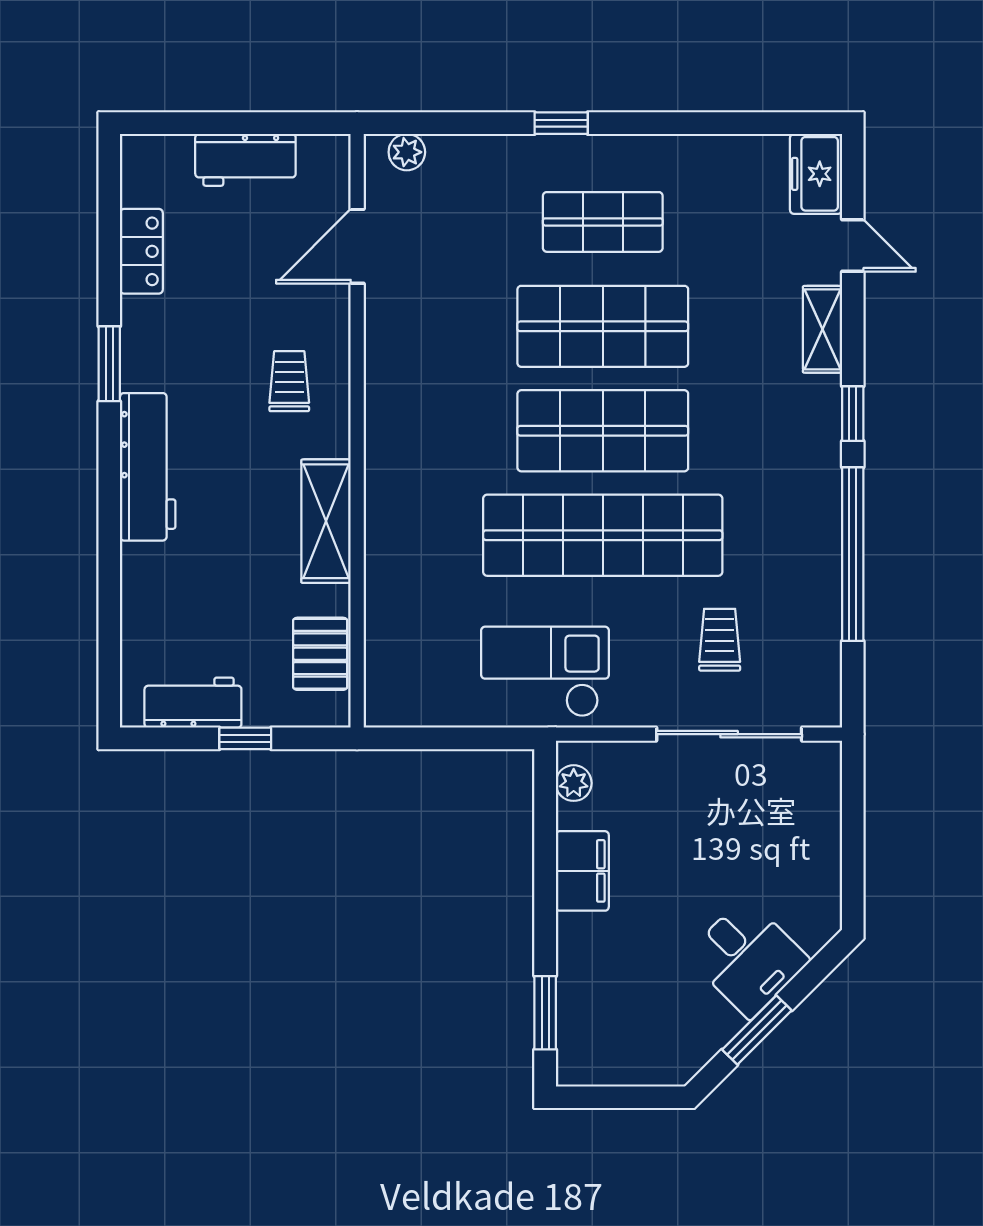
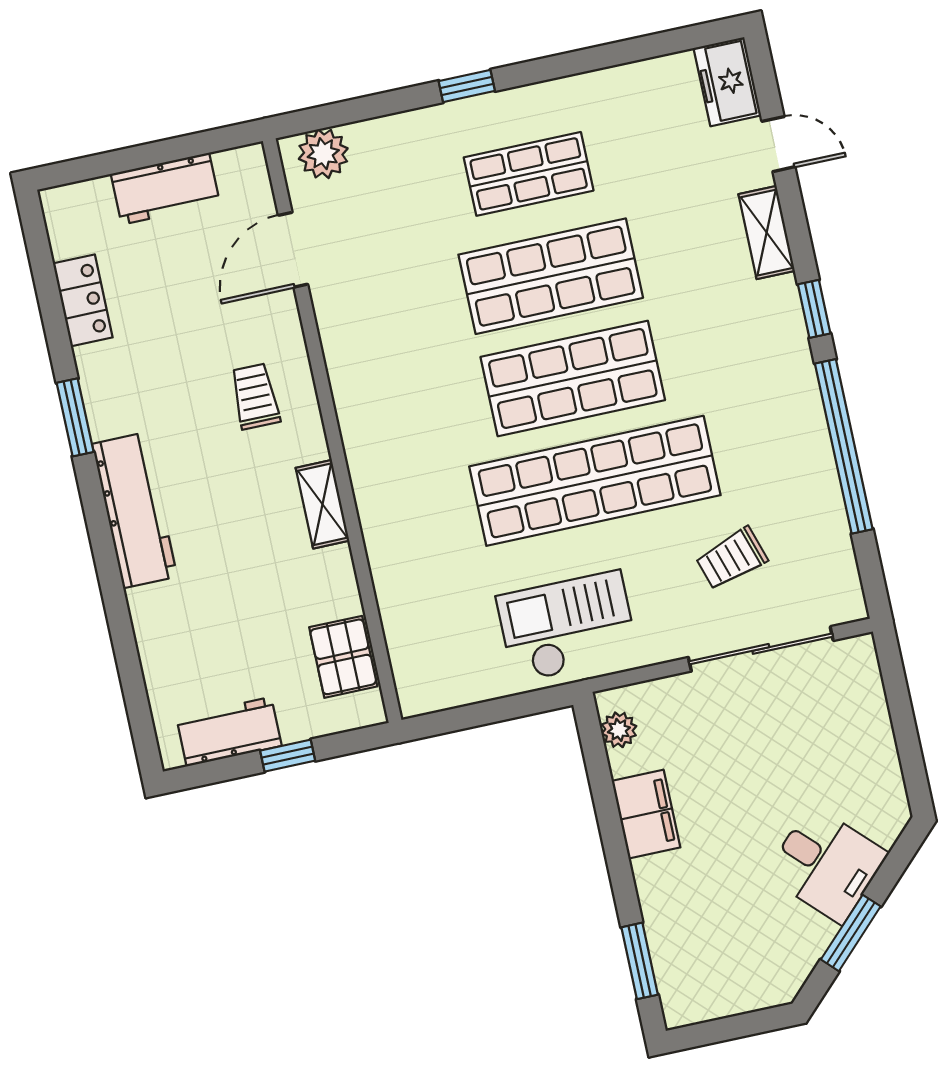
plant: (407, 152) -> (323, 154), width x1.38, depth x1.38
shelving: (326, 521) -> (322, 504), width x0.67, depth x0.75
trolley: (720, 640) -> (732, 558), turned -108

